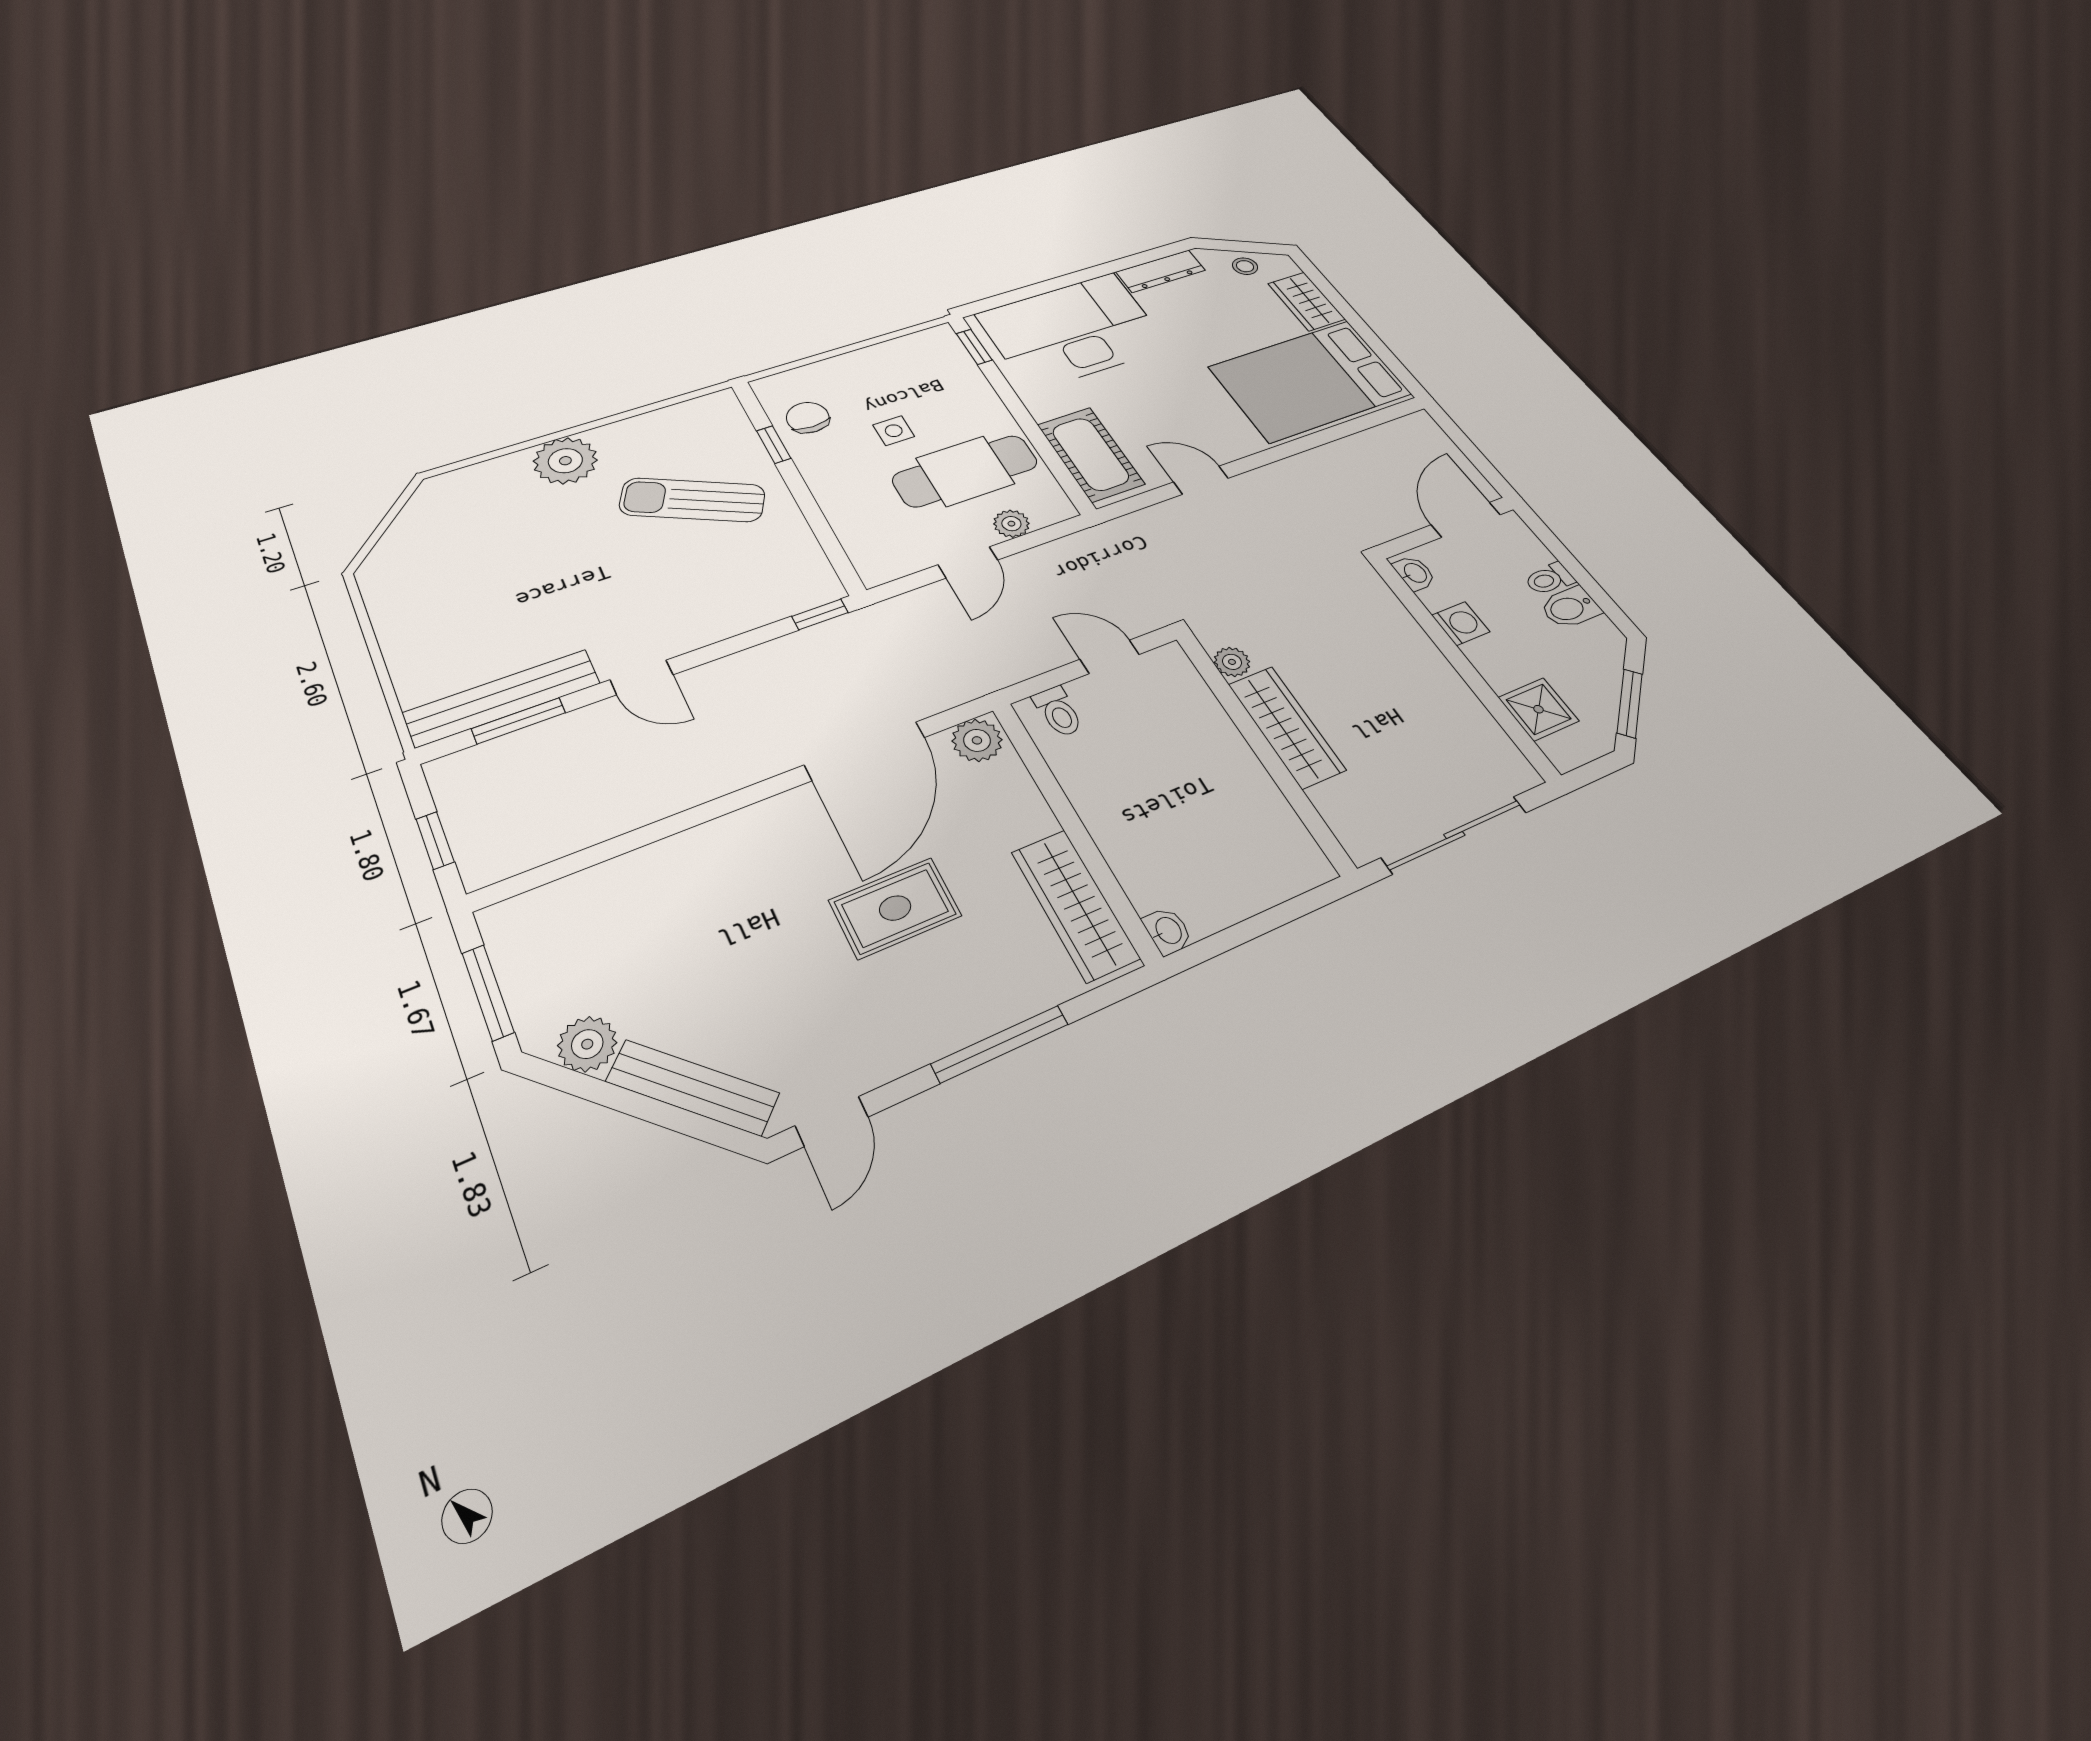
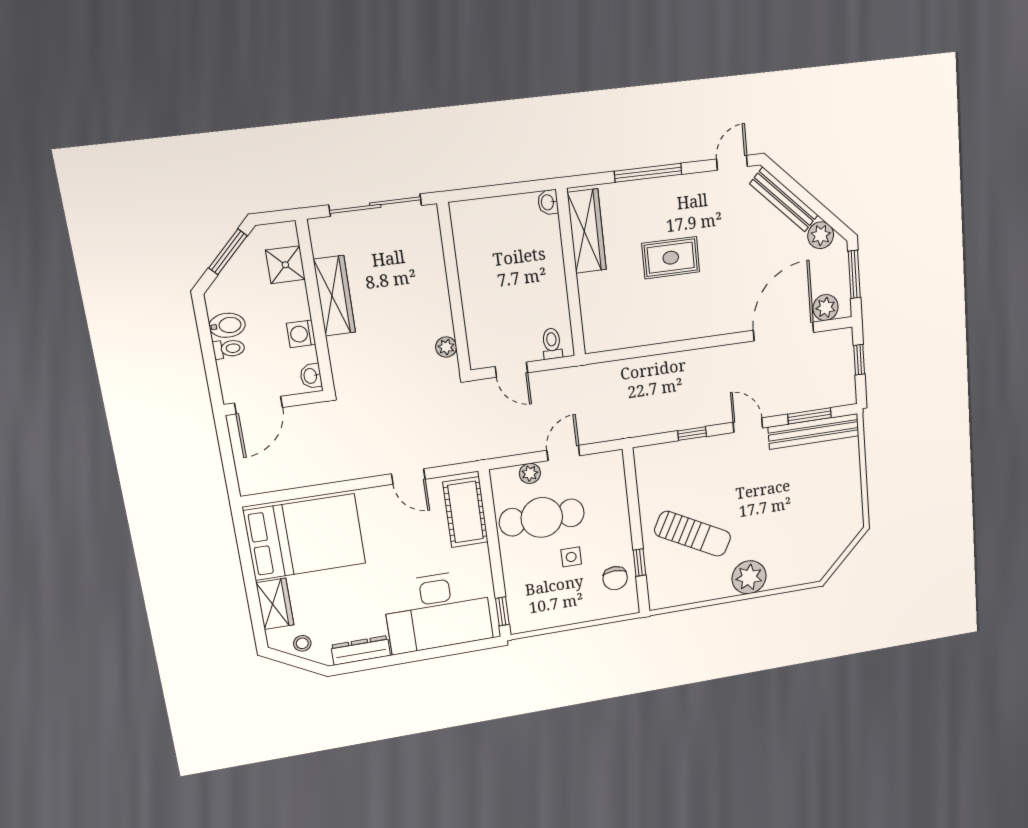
window: (820, 614) -> (692, 434), moved
wardrobe: (1286, 727) -> (334, 296), moved, turned 180
plant: (977, 740) -> (826, 308), moved
door: (865, 751) -> (784, 331), moved

